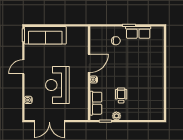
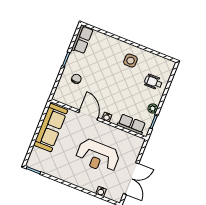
row of seats: (138, 32) -> (82, 39), moved
sofa: (45, 35) -> (51, 127), moved
door: (23, 67) -> (66, 183), removed
side table: (150, 81) -> (131, 61), added
wheelchair: (121, 96) -> (153, 82), moved

